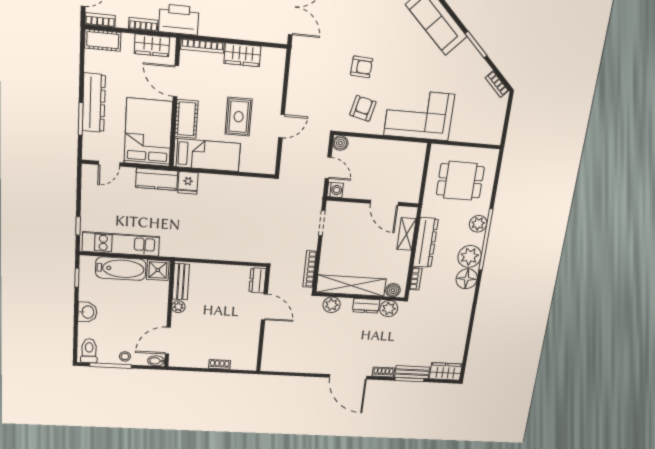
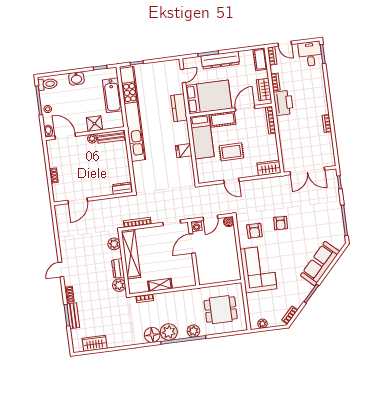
wardrobe: (242, 55) -> (269, 168), moved, turned 90
armchair: (363, 108) -> (254, 231), turned 77
plant: (497, 126) -> (262, 324), added
door: (109, 164) -> (183, 76), swing flipped
dining table: (460, 181) -> (221, 310), turned 90
fridge: (188, 183) -> (184, 151), moved
door: (384, 203) -> (192, 244), moved
shelving: (406, 234) -> (160, 285), moved
dresser: (426, 243) -> (173, 298), removed
kitchen unit: (121, 244) -> (133, 114), width x1.86
shower: (158, 270) -> (94, 124), moved
boiler: (393, 290) -> (133, 284), removed
door: (264, 307) -> (78, 201), moved
wardrobe: (446, 371) -> (95, 343), moved, turned -90
door: (348, 377) -> (61, 270), width x0.53

